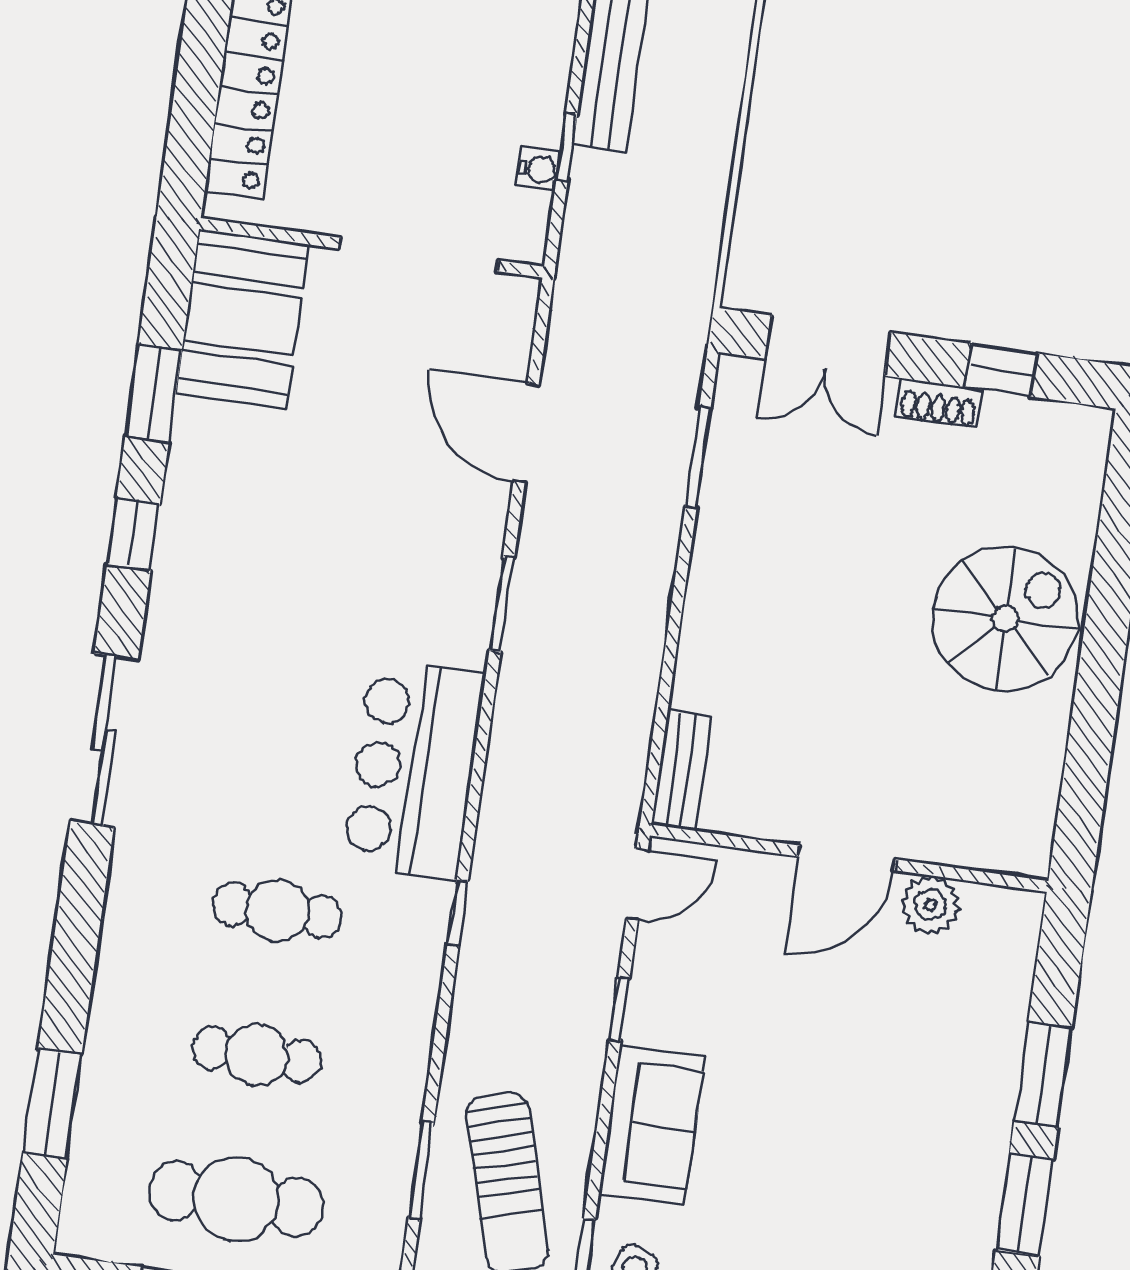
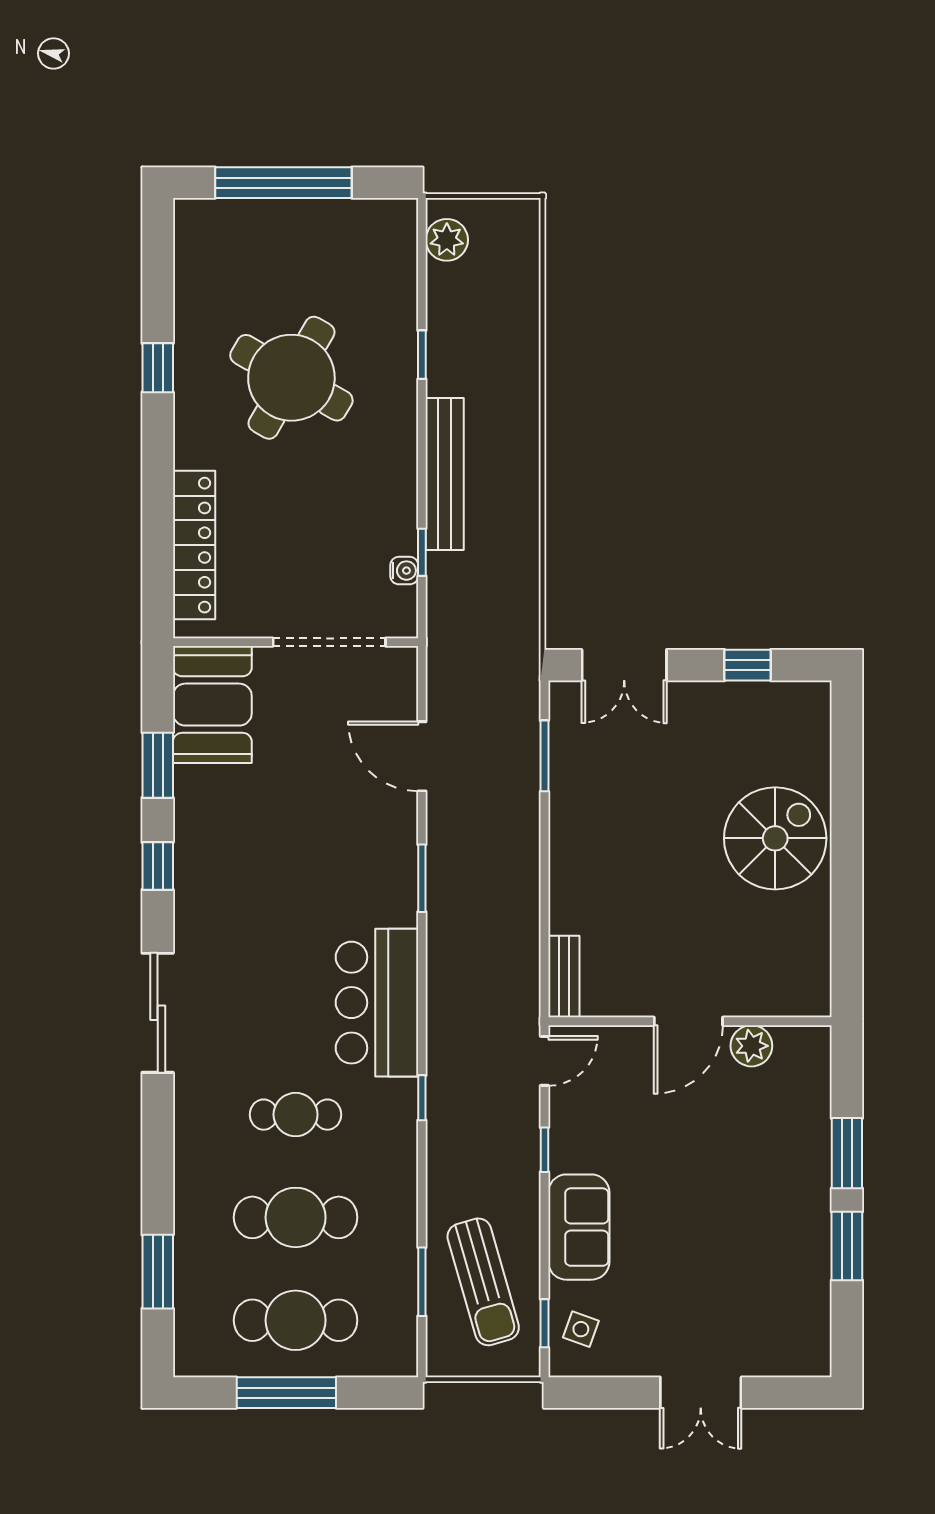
shoe rack: (939, 403) -> (707, 694), removed
cafe table: (257, 1055) -> (296, 1217), width x1.37, depth x1.35

